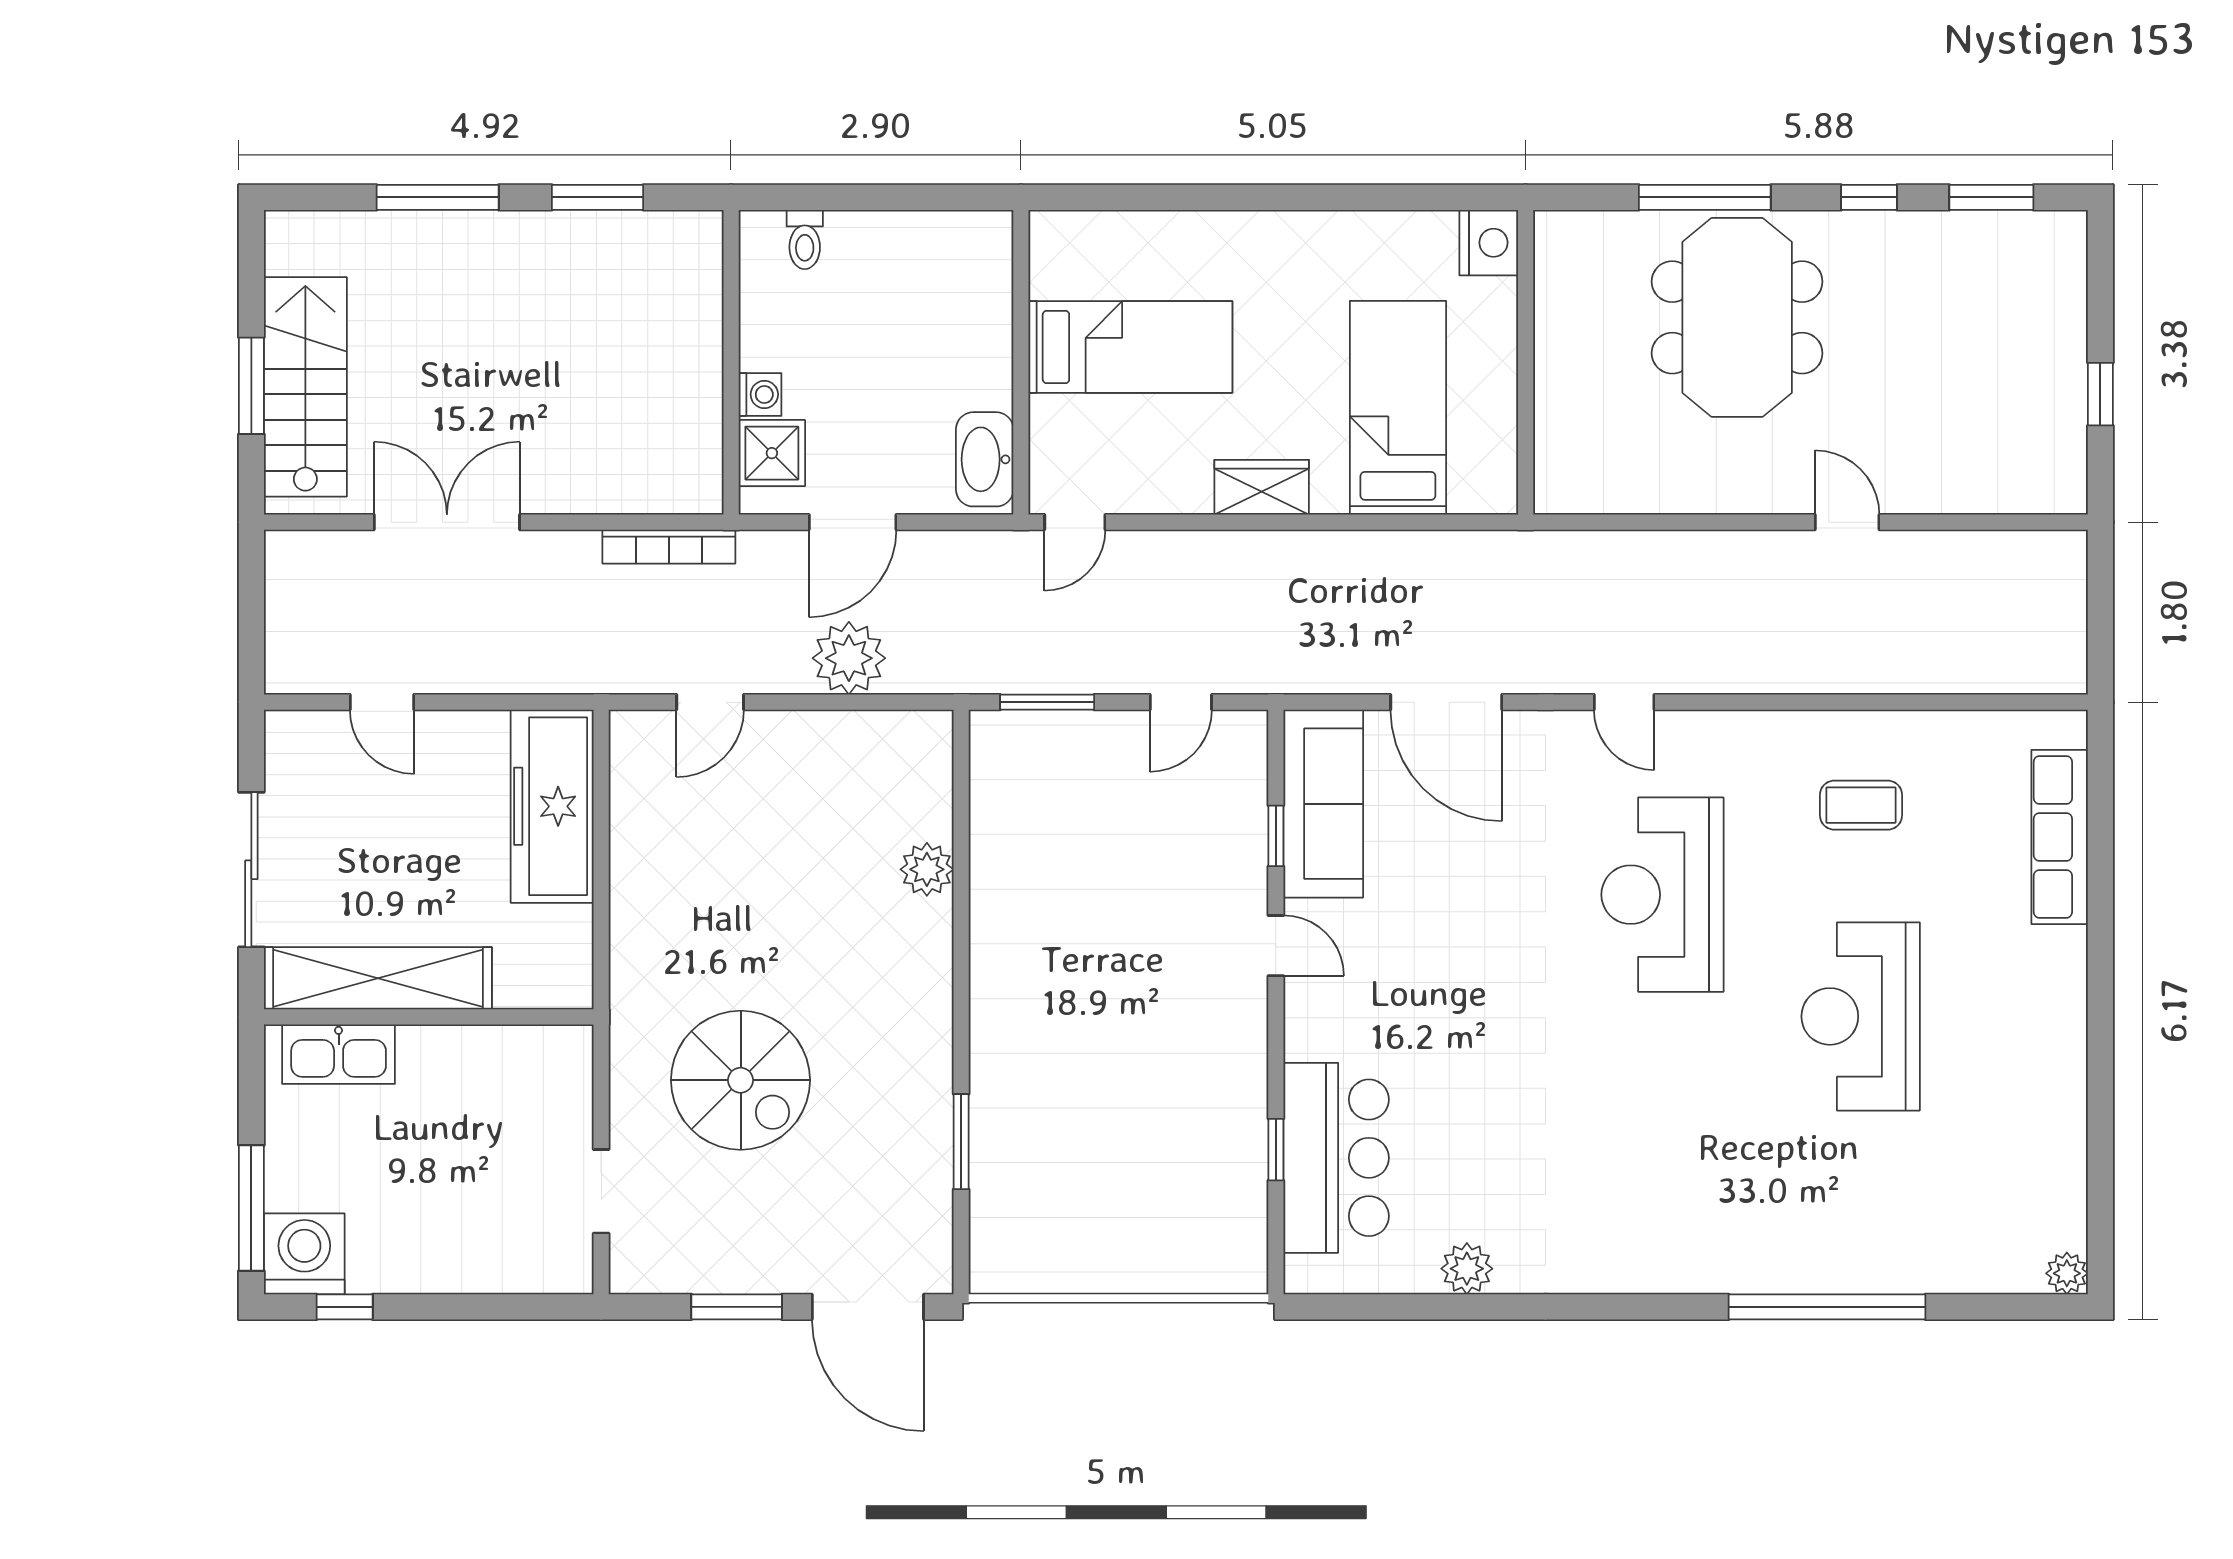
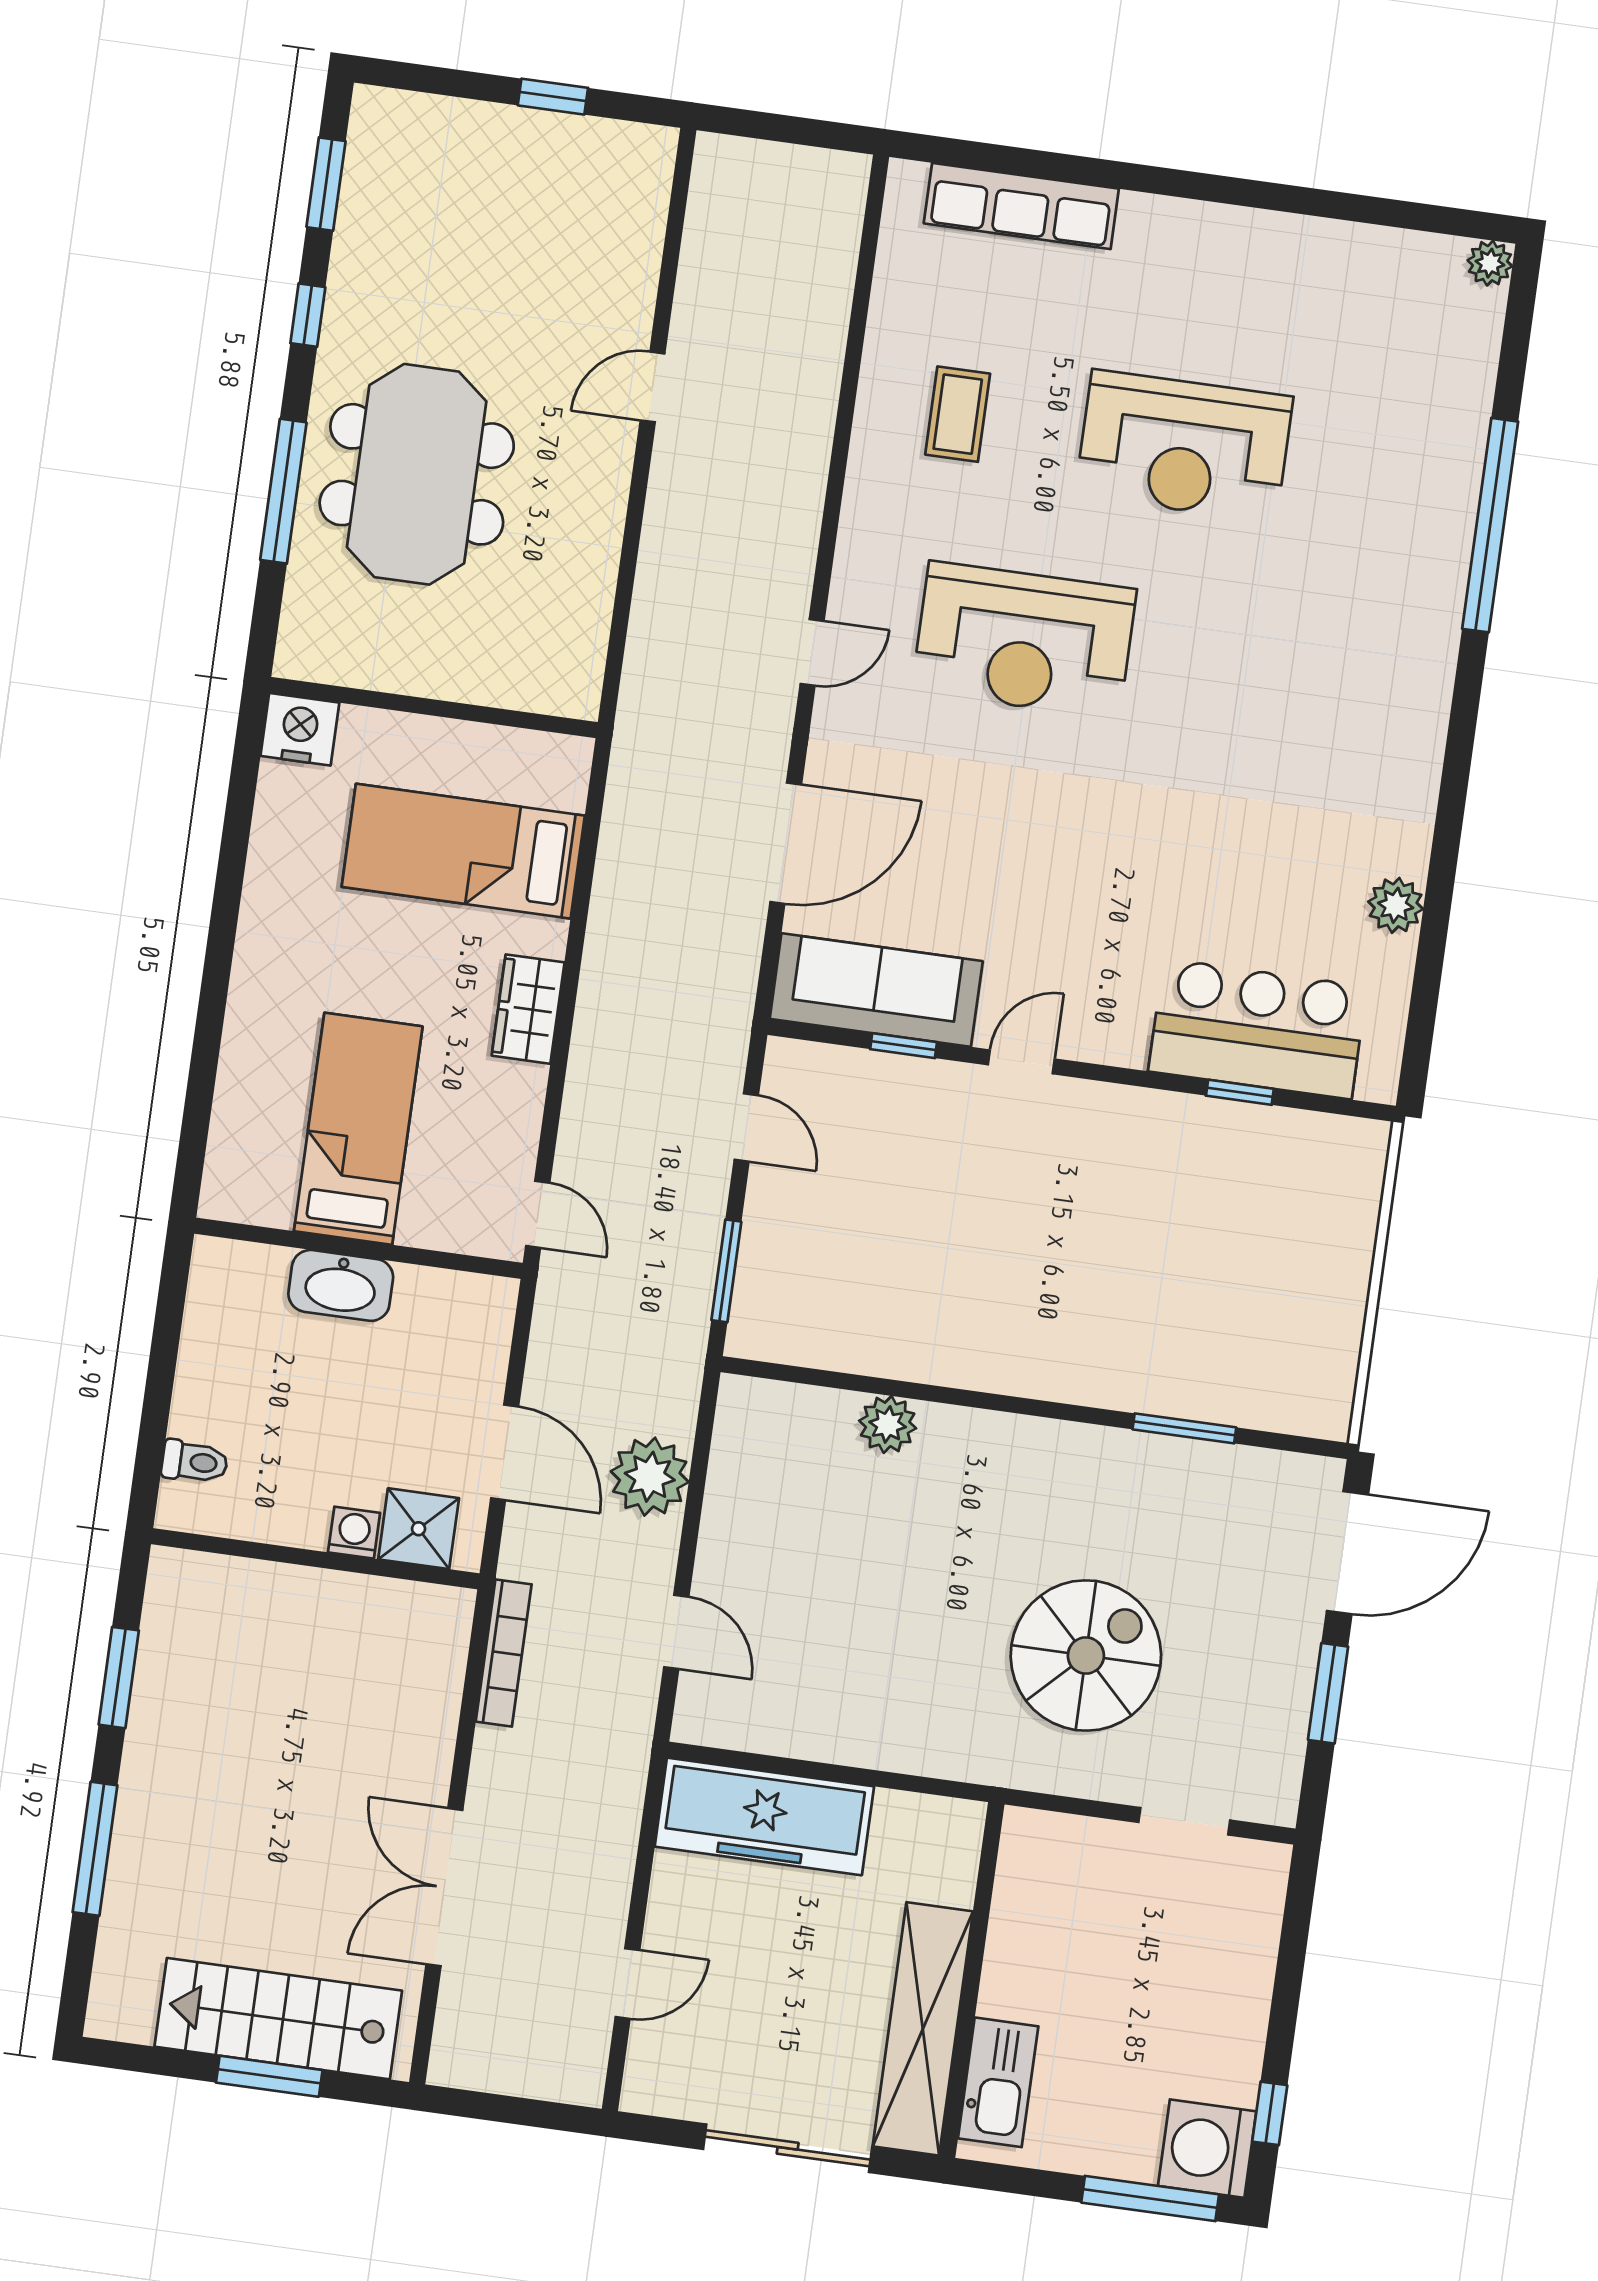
meeting table: (1737, 317) -> (417, 474), turned 90
washbasin: (985, 459) -> (341, 1285), moved

